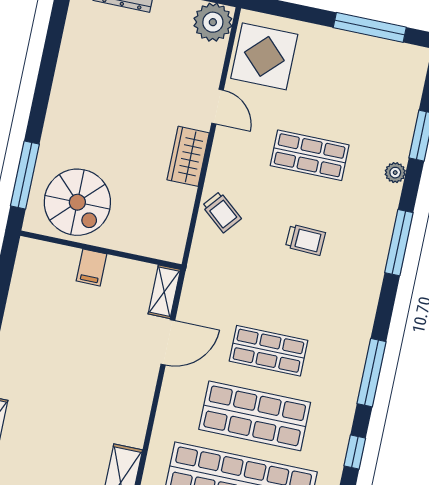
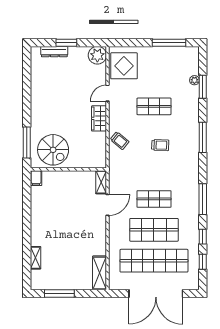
door: (217, 107) -> (108, 93), swing flipped
plant: (395, 173) -> (194, 80), moved
filing cabinet: (92, 267) -> (36, 178), moved

